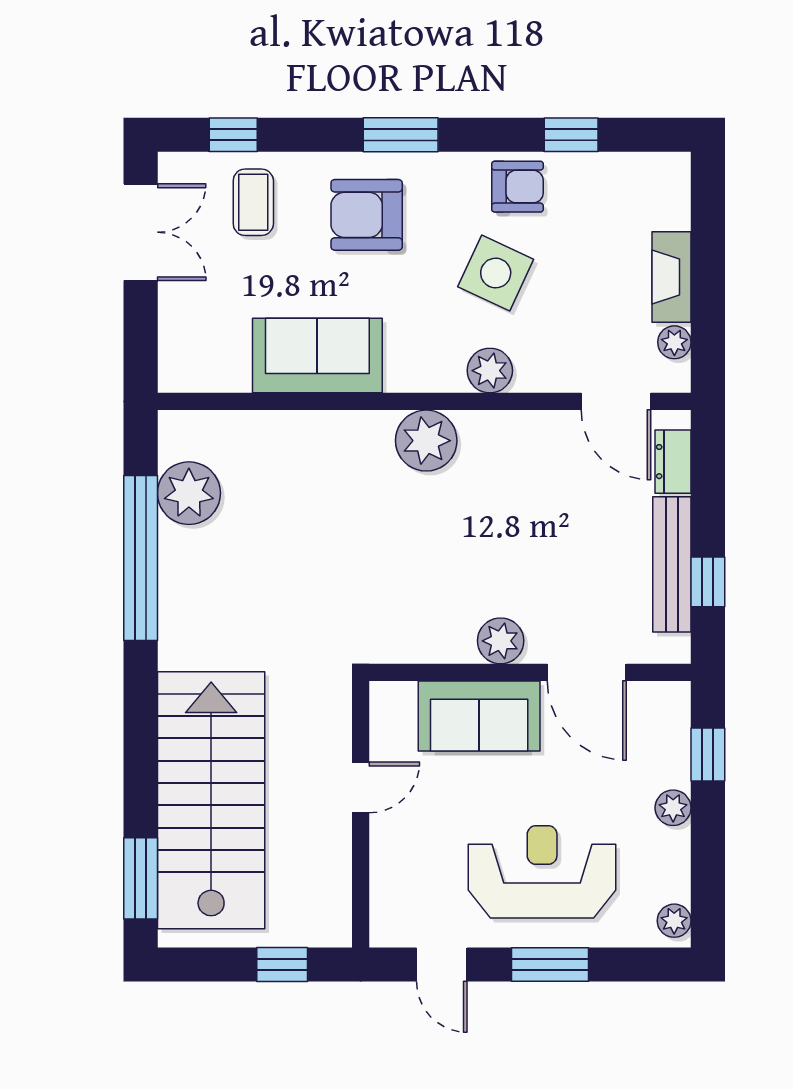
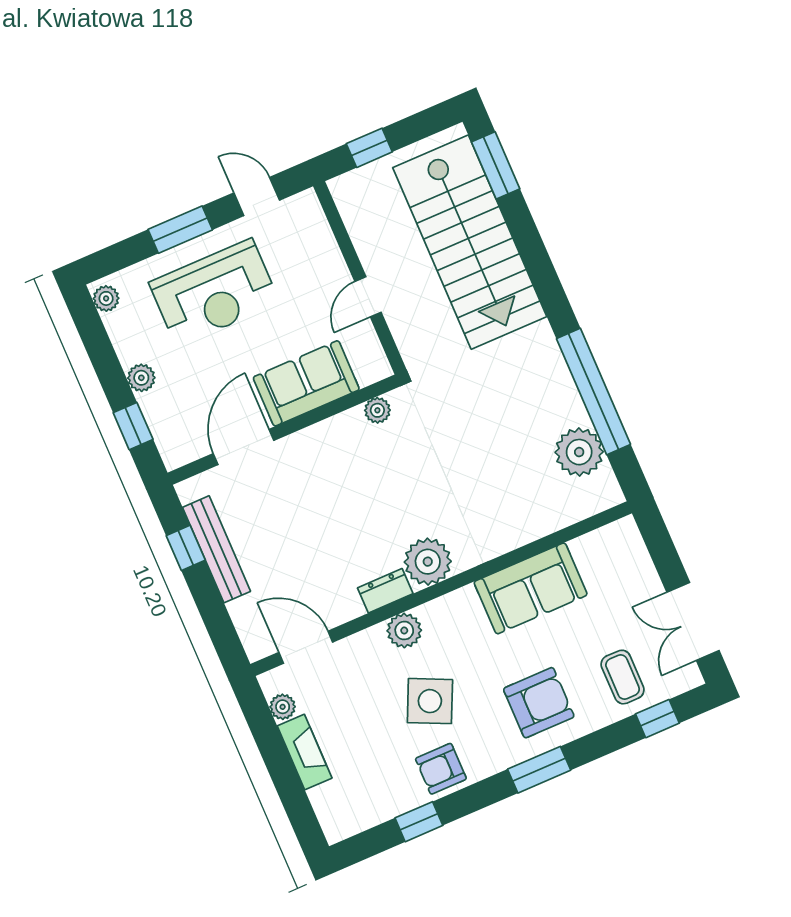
dresser: (673, 462) -> (385, 591), moved, turned -90
plant: (501, 641) -> (377, 410), moved, width x0.73, depth x0.73
door: (587, 672) -> (244, 447), hinge flipped

